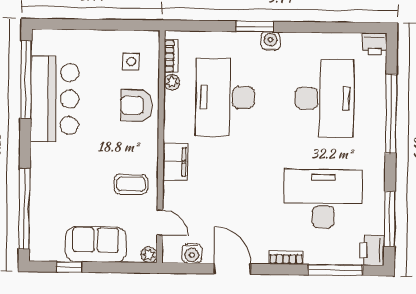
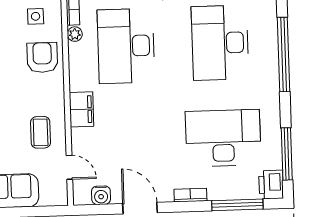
desk: (325, 98) -> (220, 43), turned 180
armchair: (136, 105) -> (42, 57), turned 90
coffee table: (131, 184) -> (41, 132), turned 90
plant: (149, 255) -> (61, 198), removed

